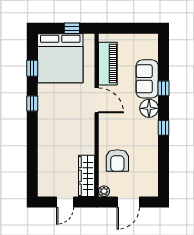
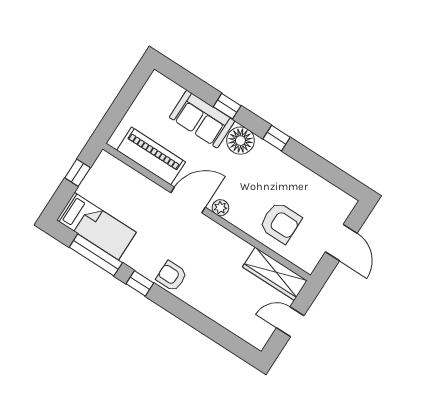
bed: (60, 58) -> (96, 226), width x0.49
window: (32, 68) -> (96, 255), width x2.17
armchair: (48, 119) -> (172, 276), added
plant: (104, 191) -> (220, 208), moved
door: (65, 202) -> (290, 322), swing flipped

